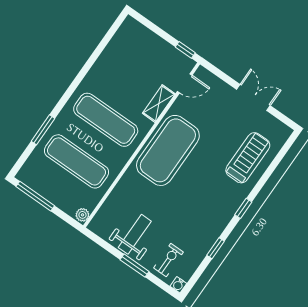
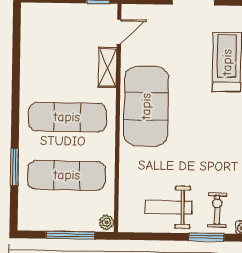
window: (35, 196) -> (70, 235), moved
weight bench: (135, 234) -> (169, 207), turned -90
window: (135, 266) -> (207, 237), moved

